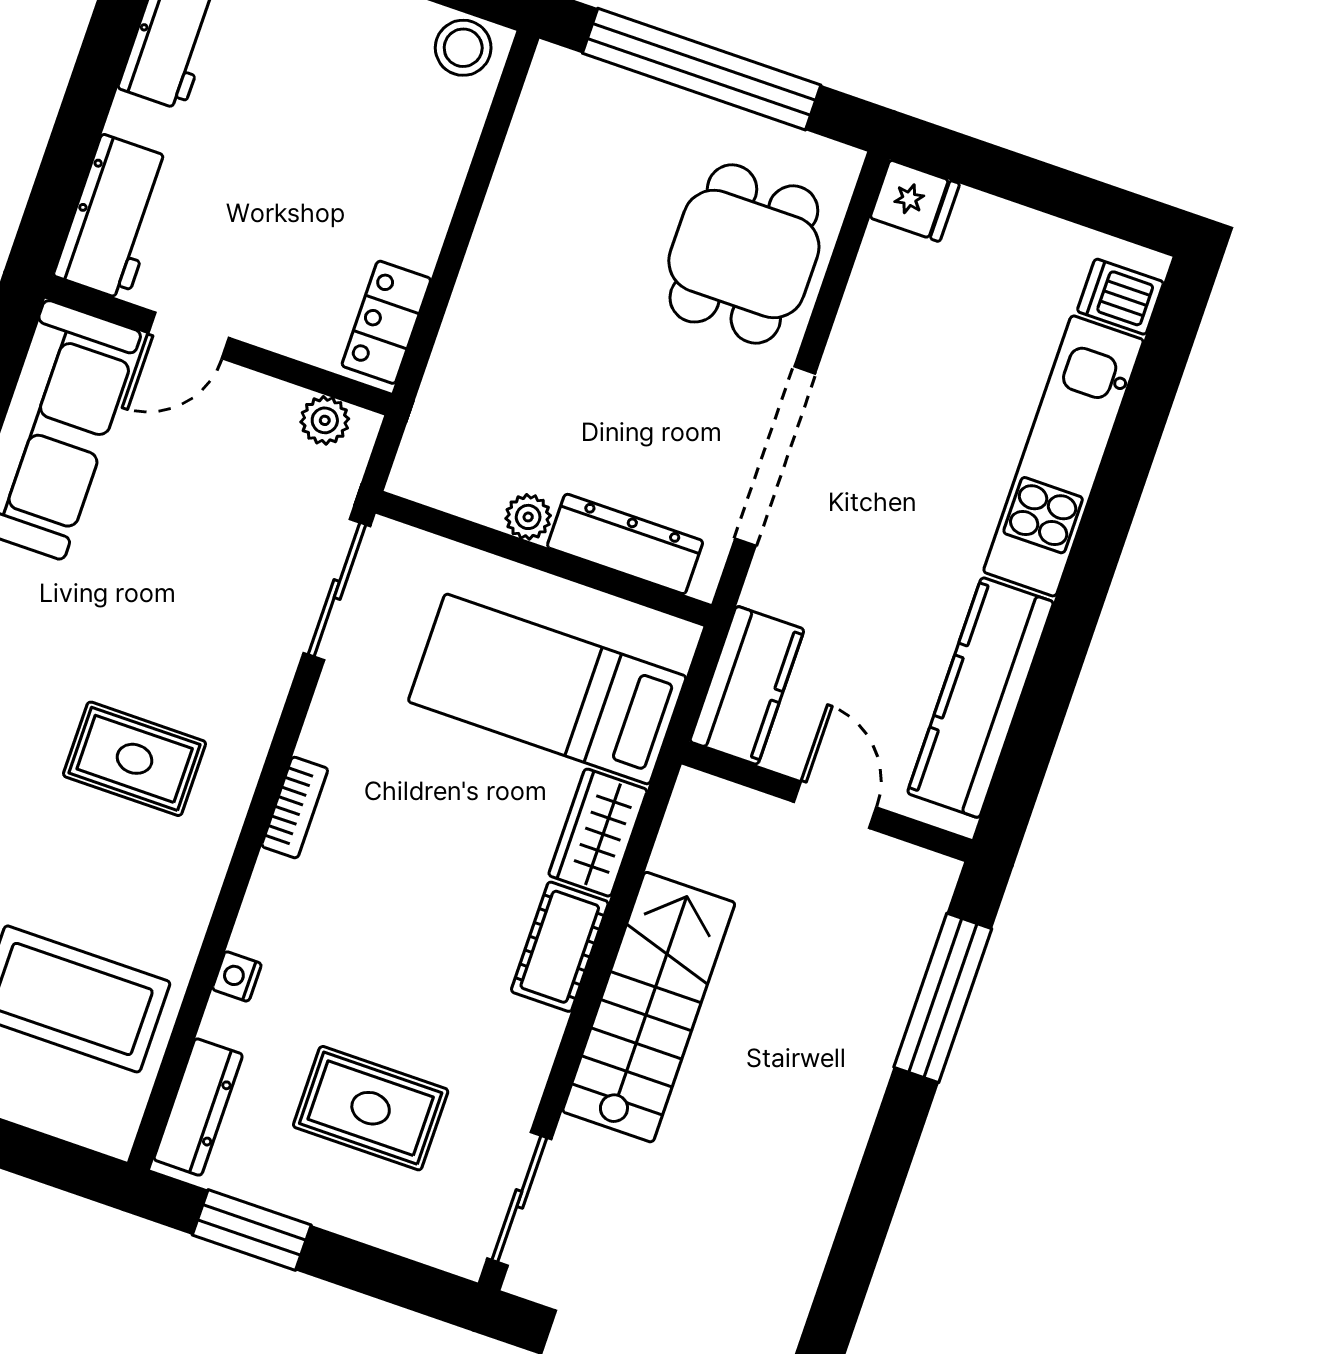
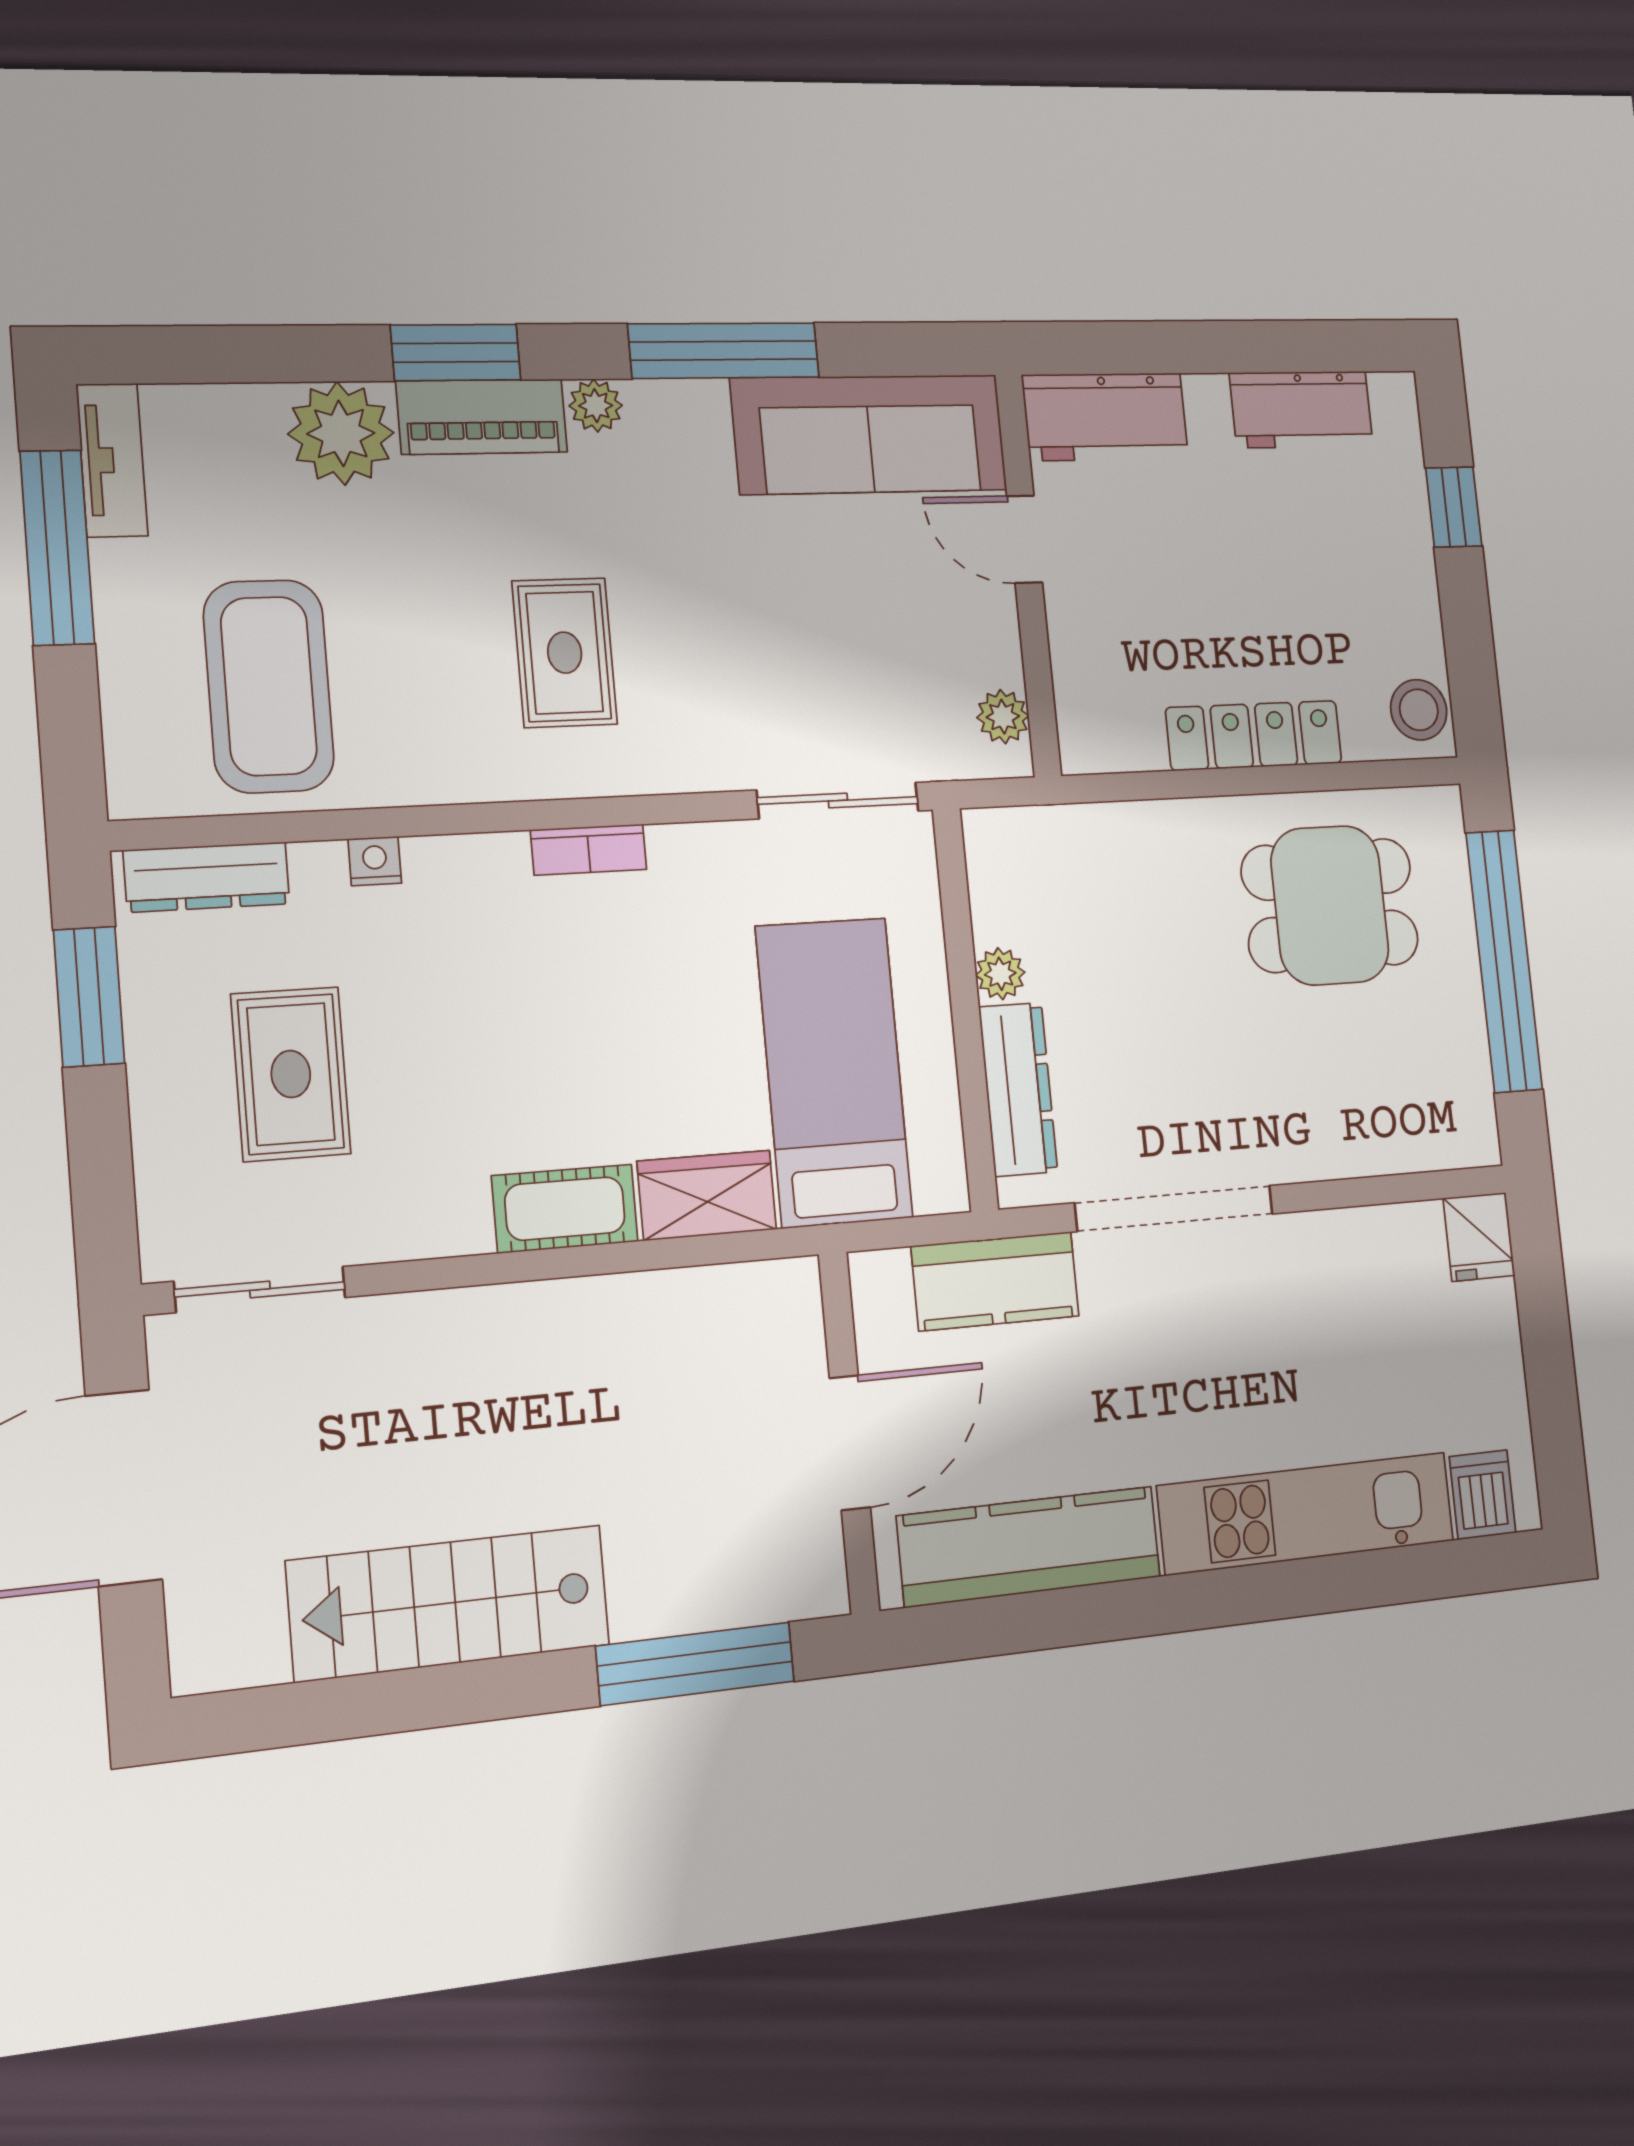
dining table: (744, 254) -> (1330, 905), moved
locker: (386, 322) -> (1254, 735), moved, width x1.53
kitchen counter: (747, 685) -> (995, 1281), moved
door: (835, 805) -> (850, 1443), width x1.38
stairs: (649, 1007) -> (449, 1603), moved, turned 180

